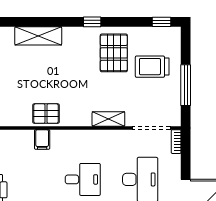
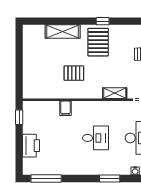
pallet: (114, 53) -> (98, 42), moved
pallet: (46, 114) -> (74, 73), moved

